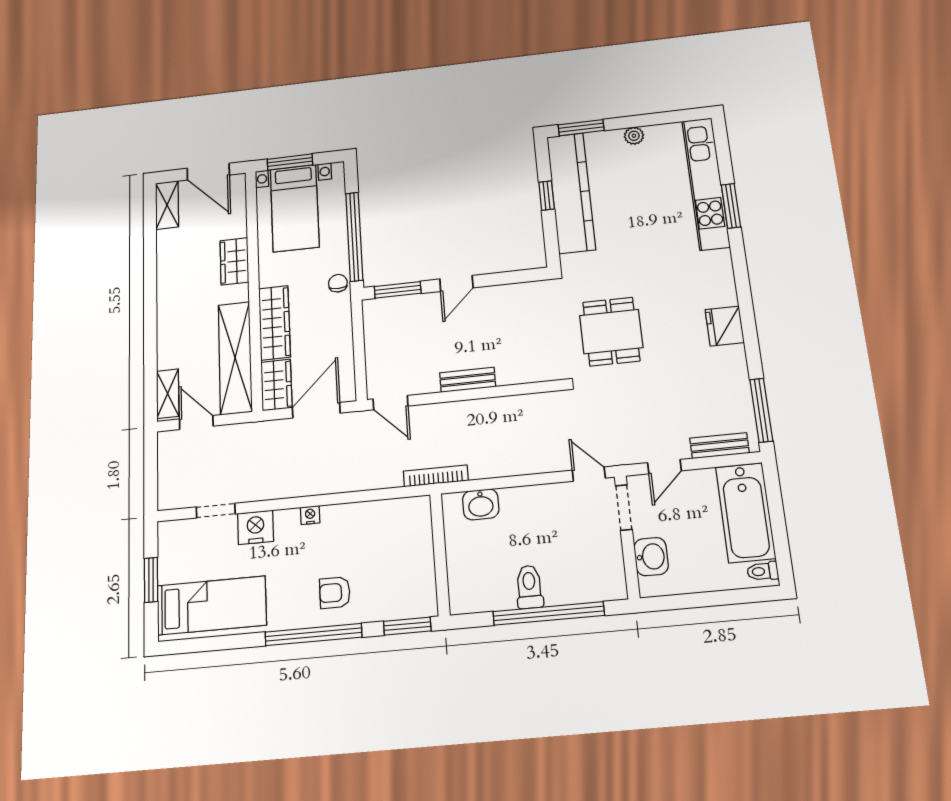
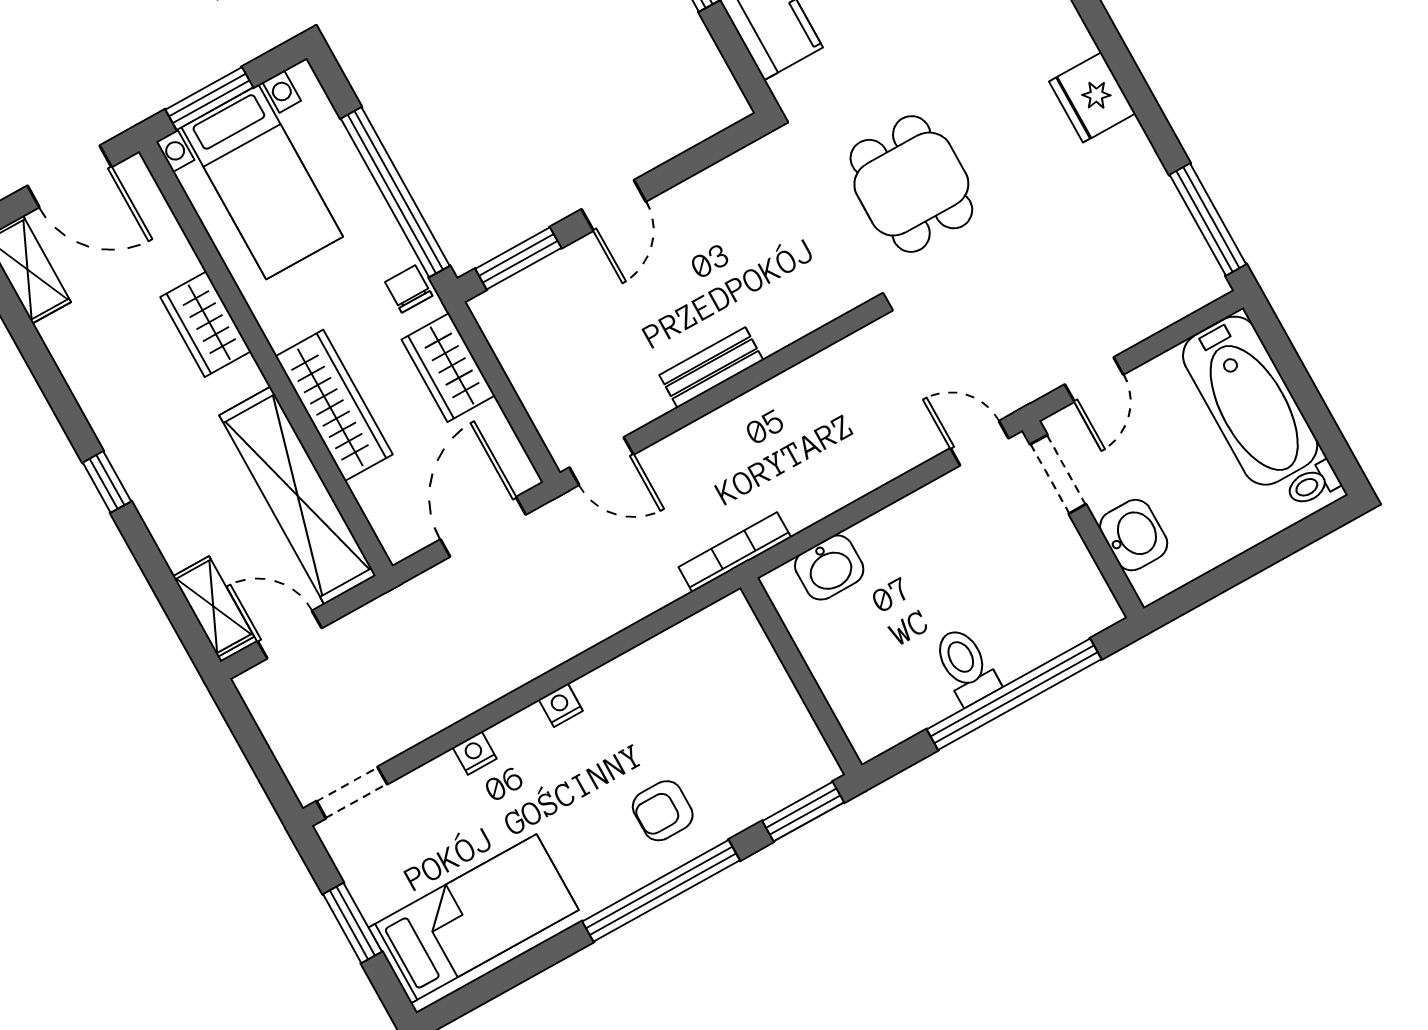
window: (150, 315) -> (107, 482), added
wardrobe: (276, 385) -> (448, 368), moved, turned 180
bench: (719, 446) -> (1166, 307), removed
doorway: (216, 511) -> (352, 793), moved
nightstand: (256, 527) -> (475, 753), width x0.53, depth x0.56

